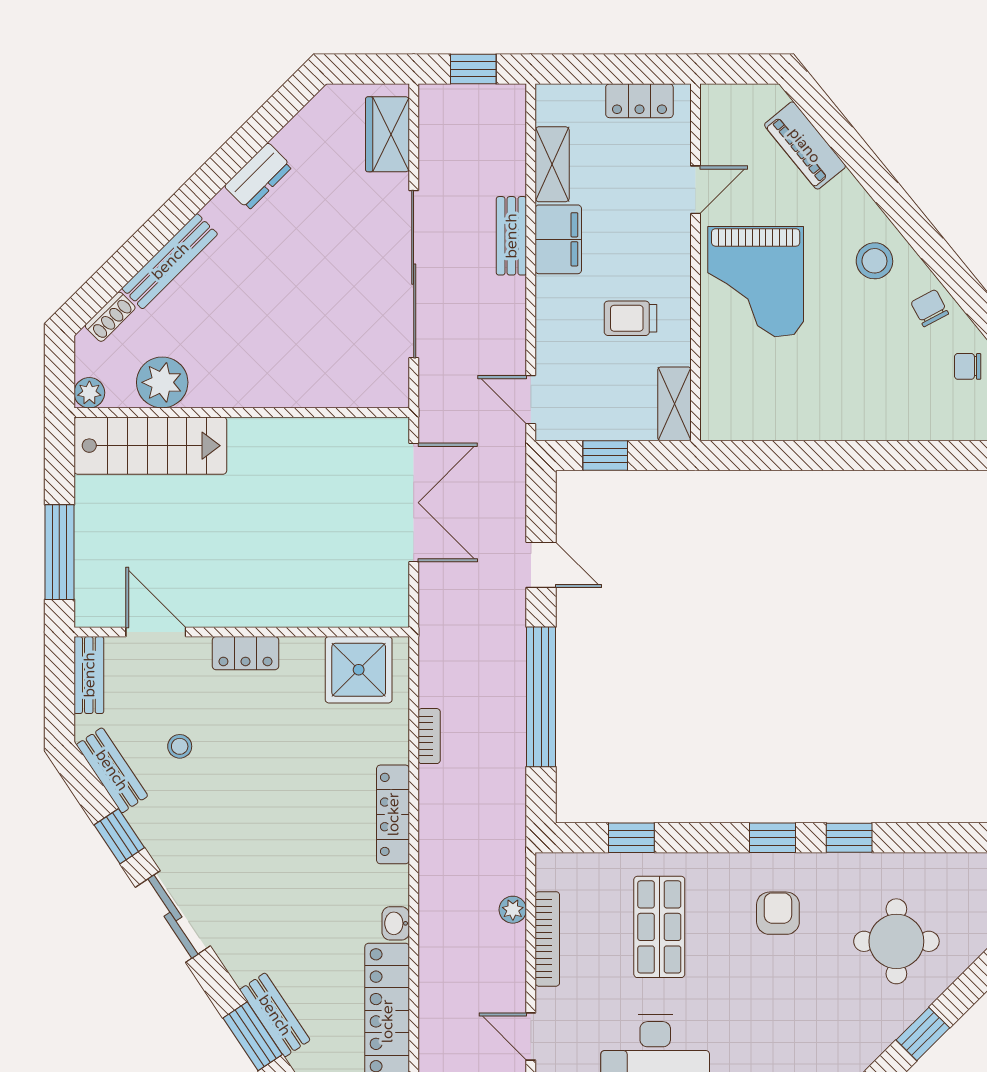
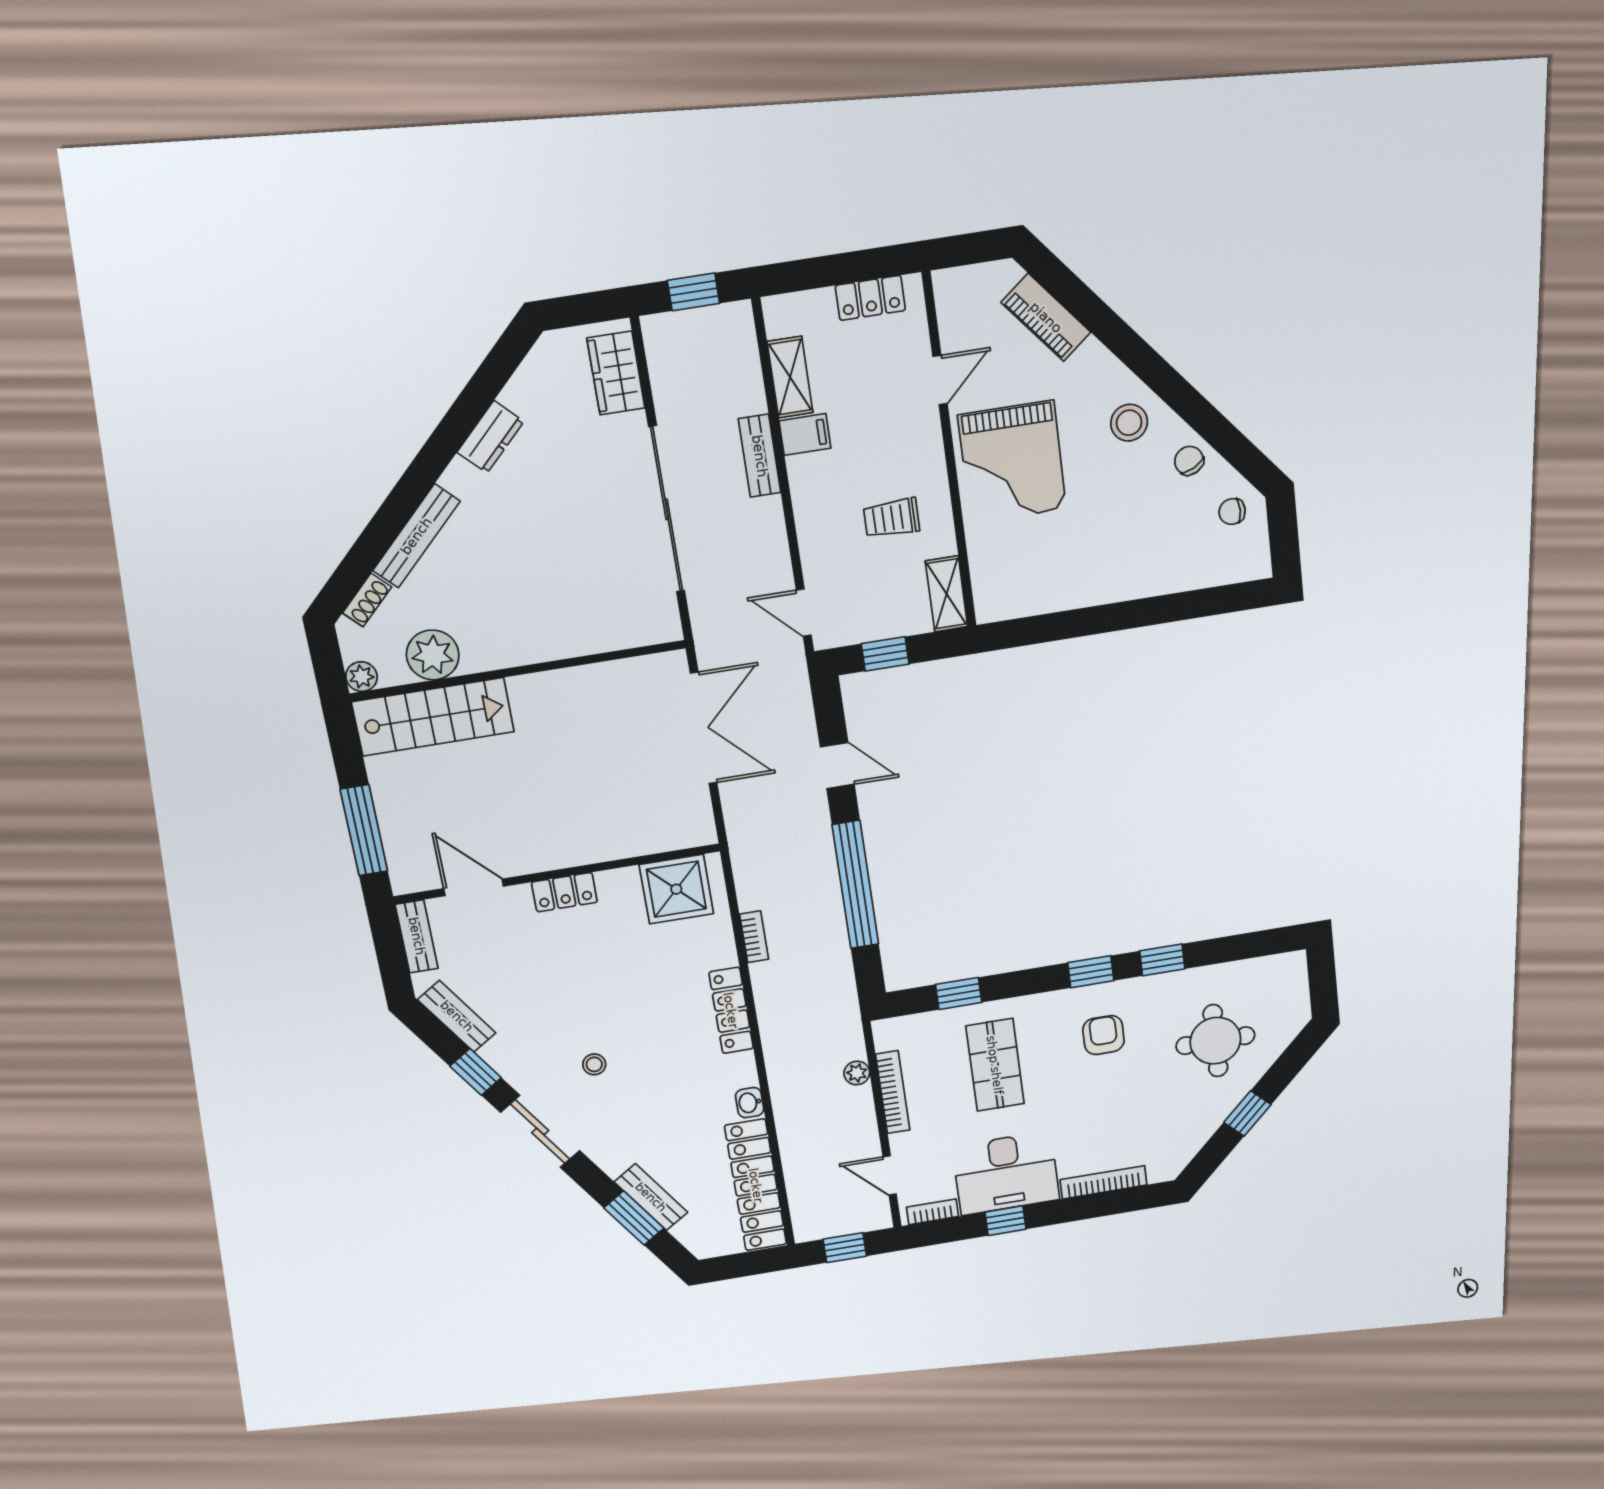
filing cabinet: (558, 239) -> (805, 434), width x0.50
stool: (180, 746) -> (594, 1064), moved

